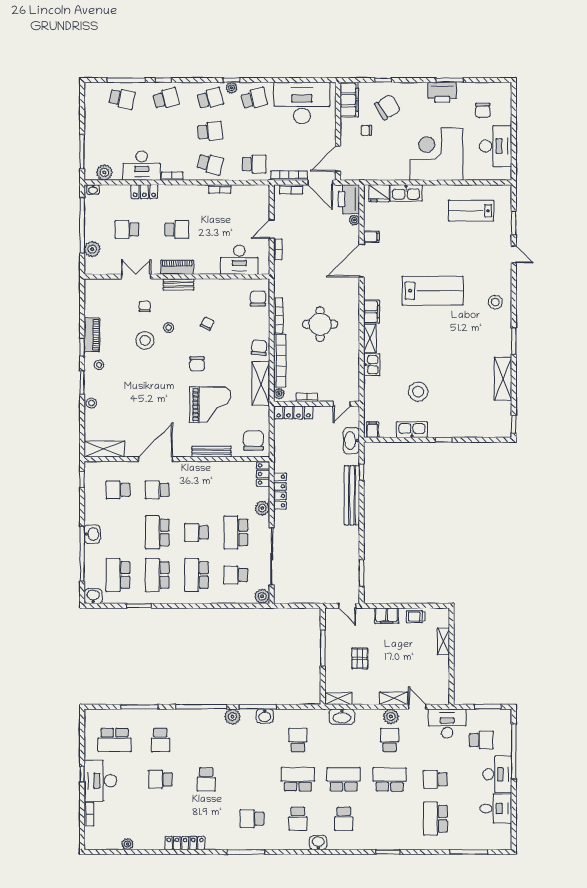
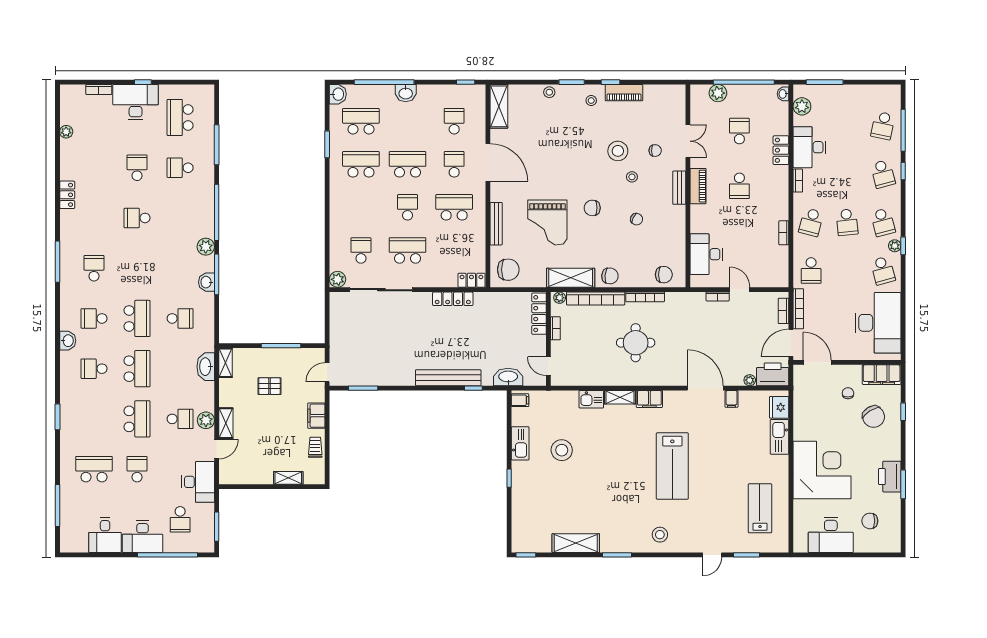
plant: (262, 508) -> (434, 279), removed
school desk: (197, 575) -> (454, 207), moved
locker: (185, 843) -> (67, 195), width x0.66

